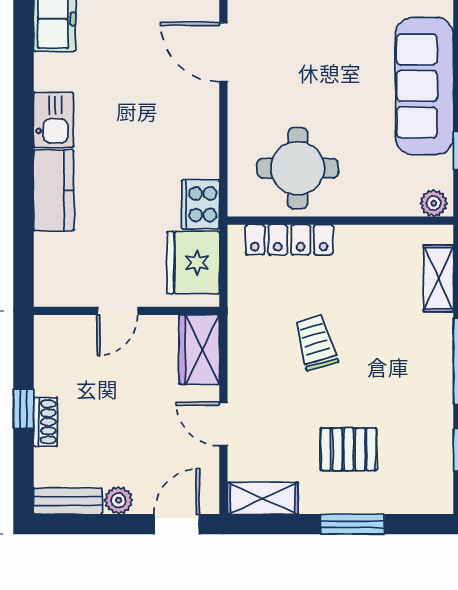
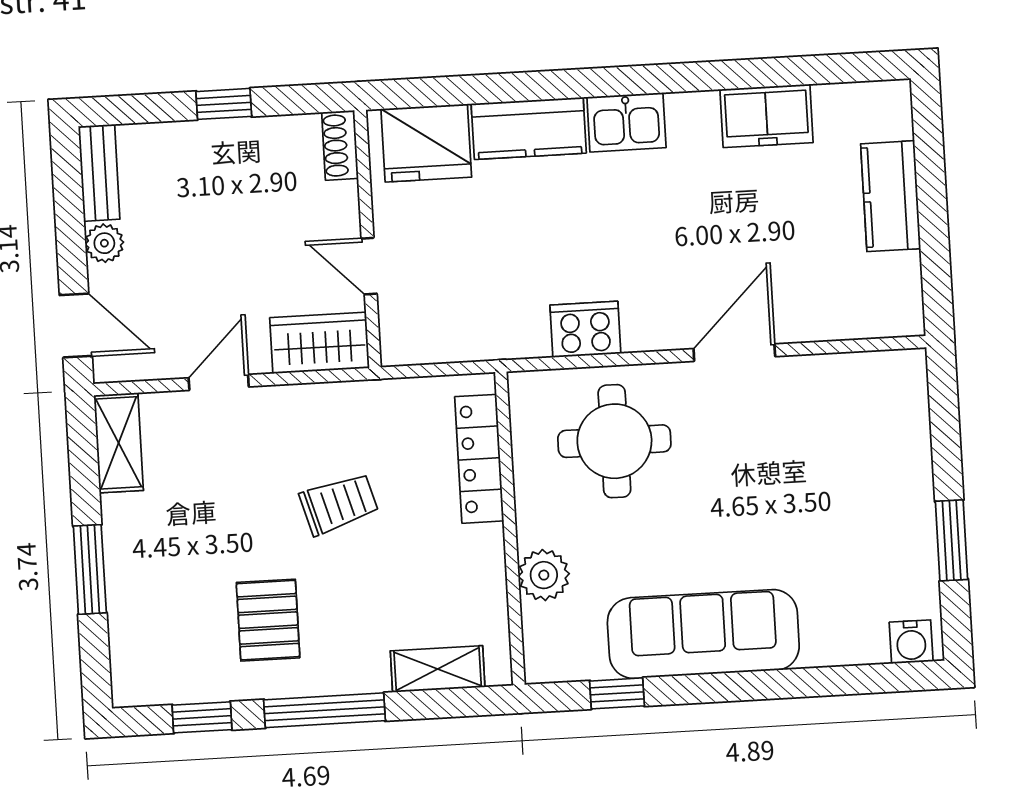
round table: (298, 168) -> (614, 441), moved
plant: (434, 203) -> (544, 575), moved, width x1.38, depth x1.38
cooker: (200, 204) -> (585, 329), moved
fridge: (193, 263) -> (426, 143), moved, turned 180
door: (118, 311) -> (369, 266), moved
shoe rack: (45, 422) -> (340, 145), moved, turned 90
pallet: (349, 449) -> (268, 620), moved

